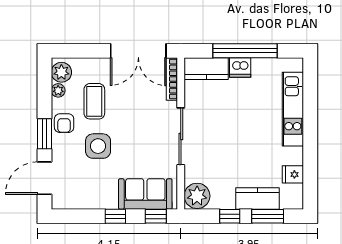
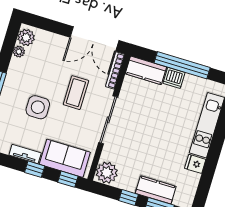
coffee table: (94, 101) -> (76, 93), moved
armchair: (64, 123) -> (16, 80), removed
fridge: (293, 174) -> (195, 164), moved
tv unit: (100, 203) -> (25, 154), added

